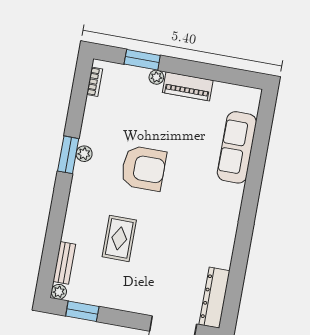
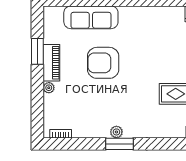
window: (142, 60) -> (37, 51), moved
armchair: (143, 168) -> (103, 63), moved, turned -90

